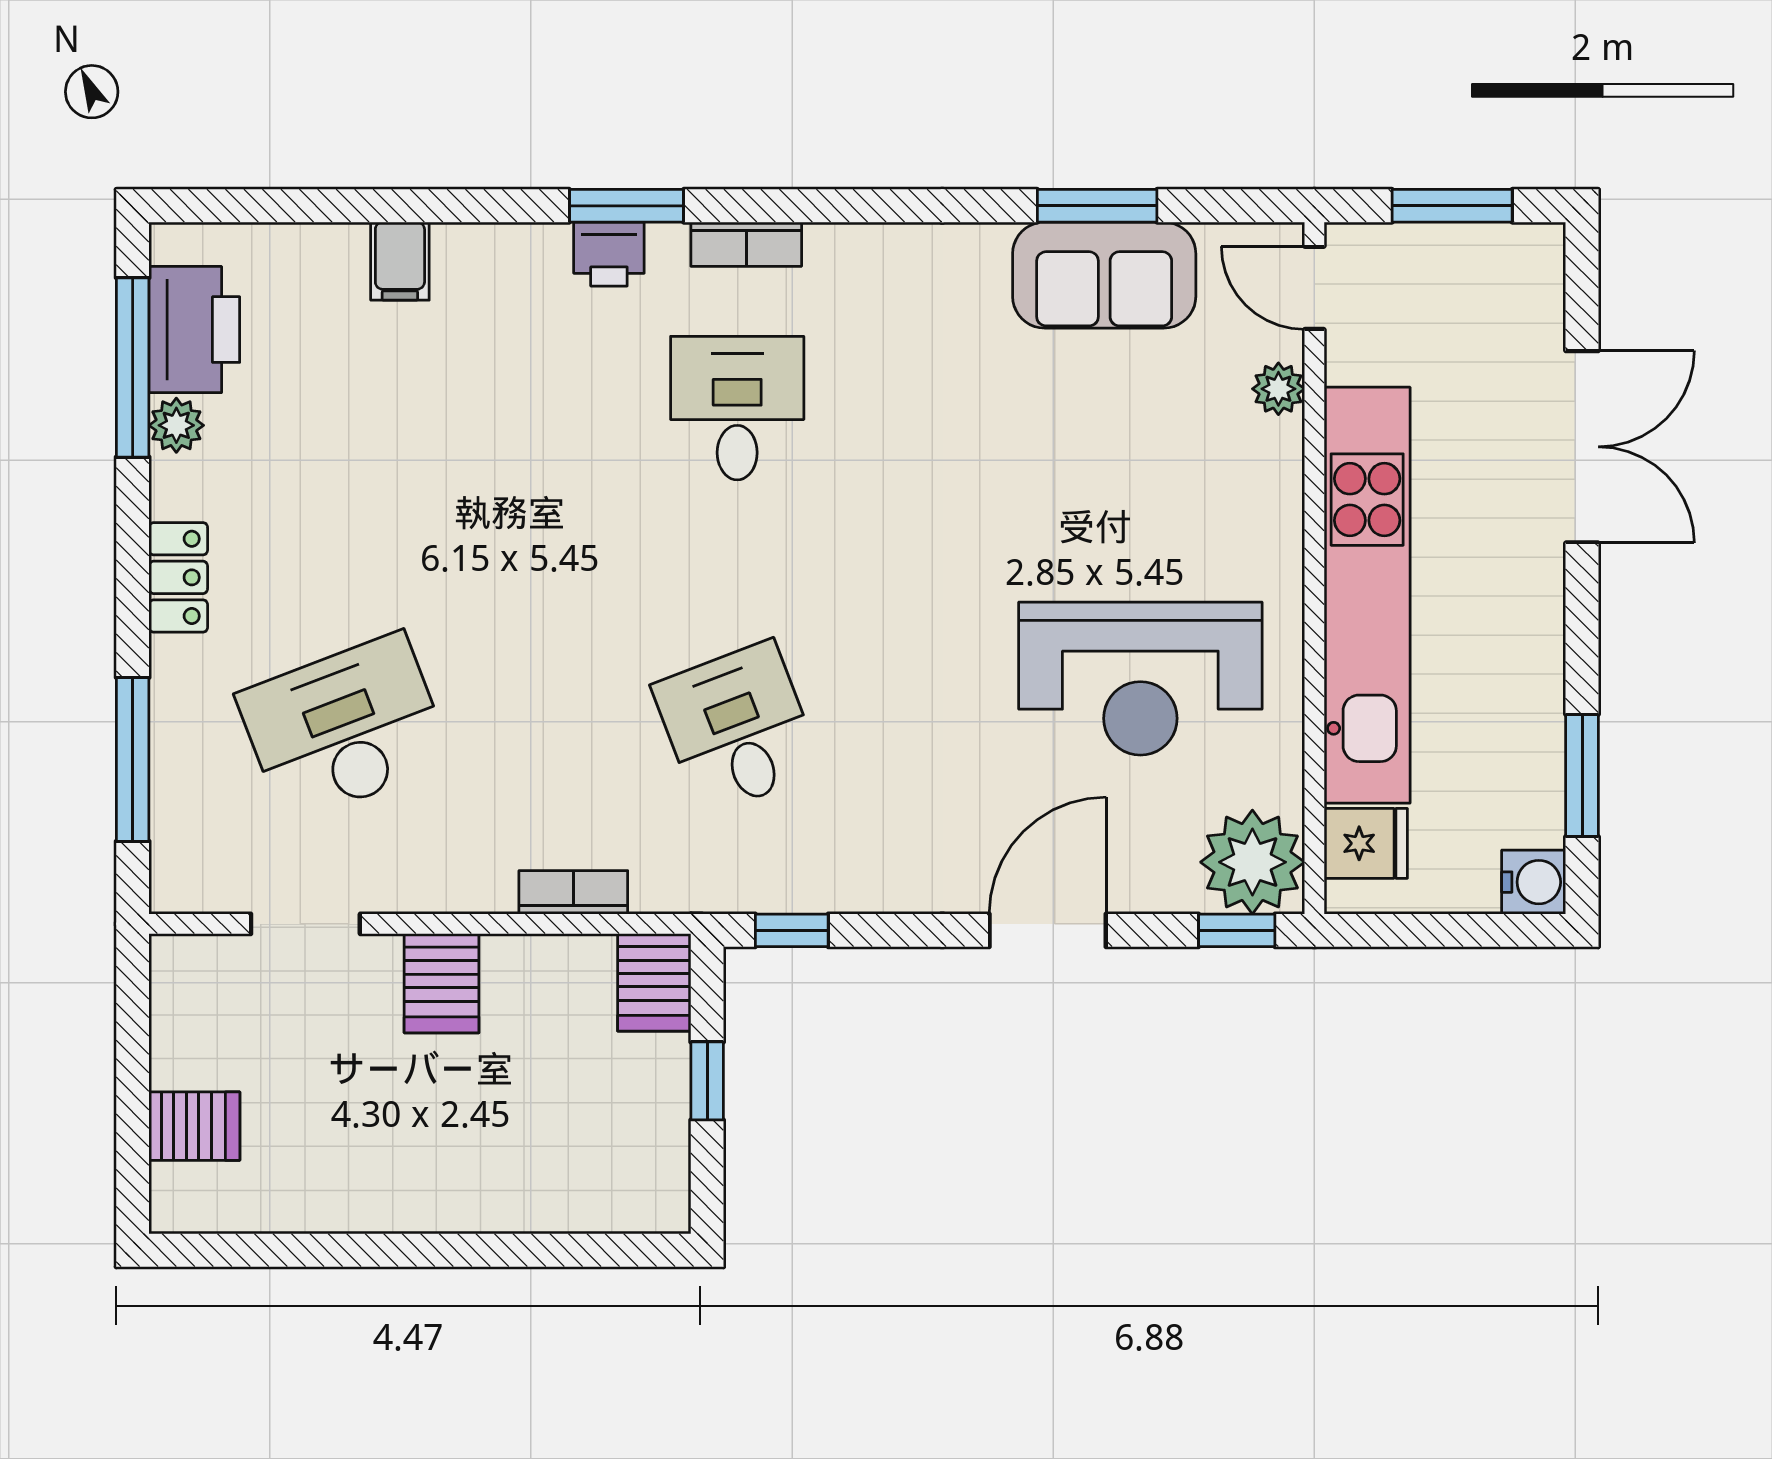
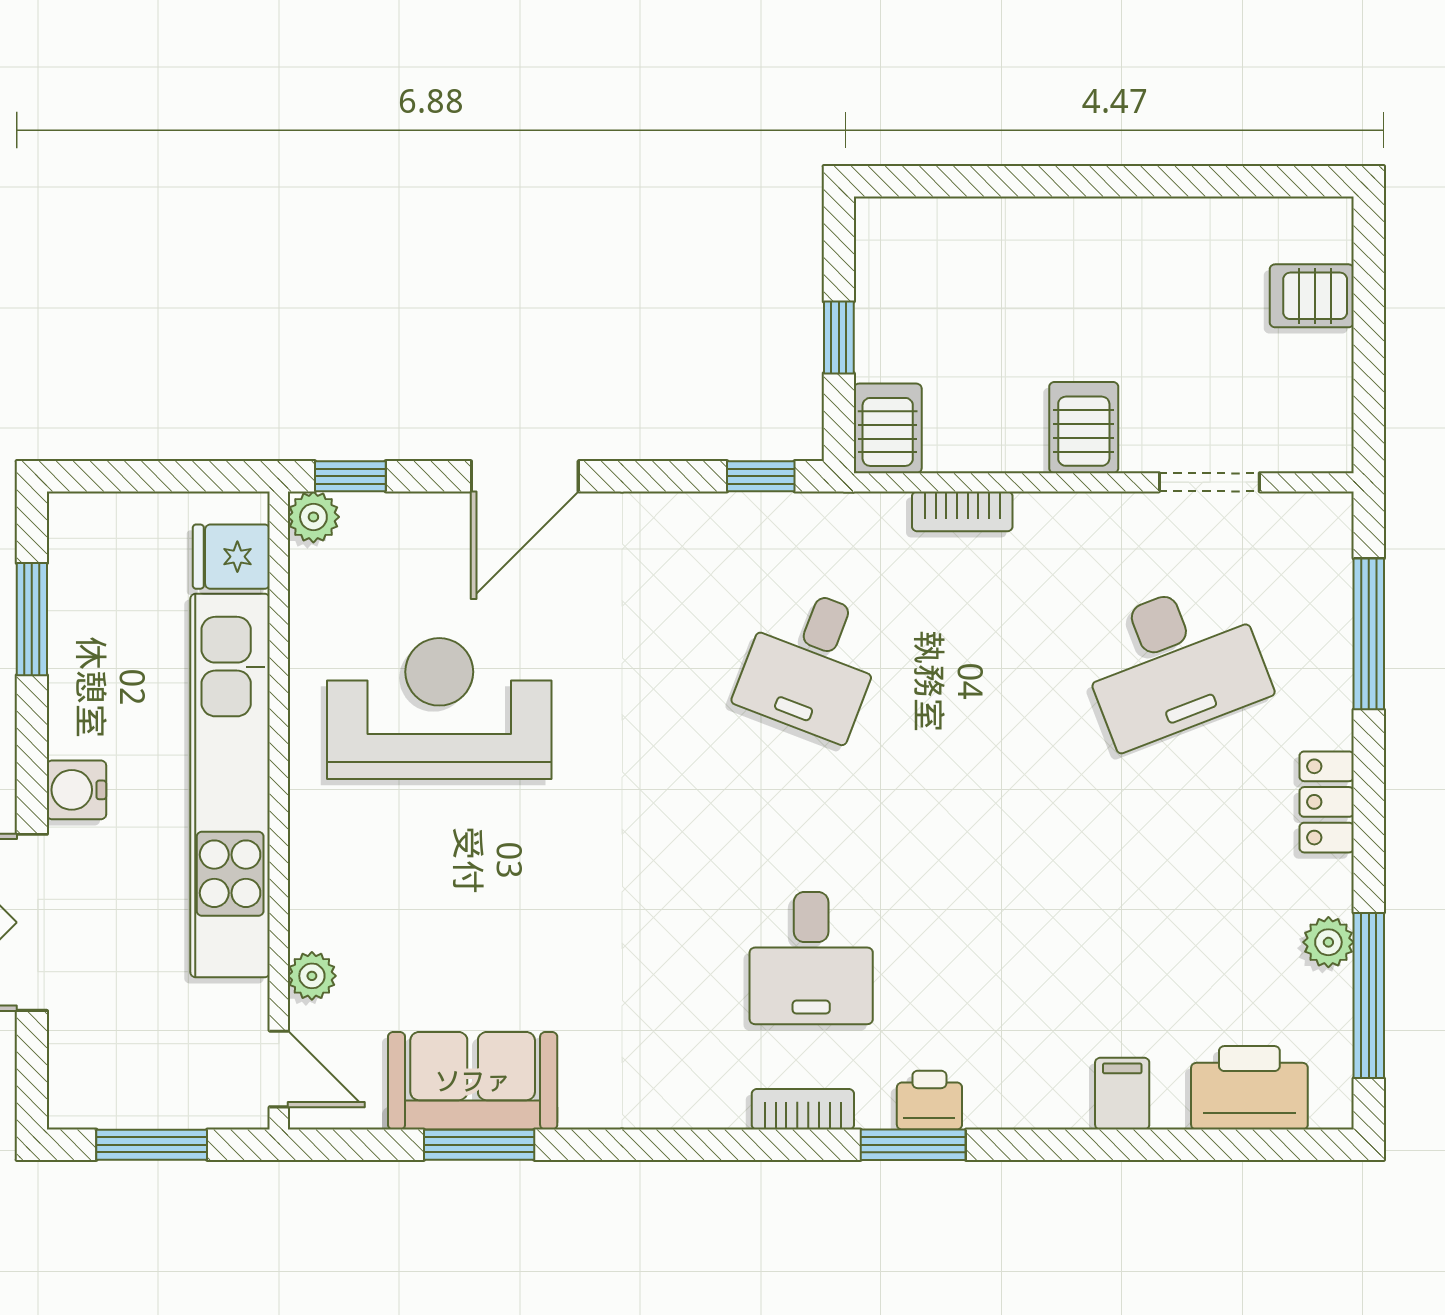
printer: (194, 330) -> (1249, 1088), moved, turned 90
desk: (737, 728) -> (811, 663), turned 42
plant: (1252, 862) -> (313, 517), width x0.53, depth x0.53
water cooler: (1534, 882) -> (76, 790), moved

